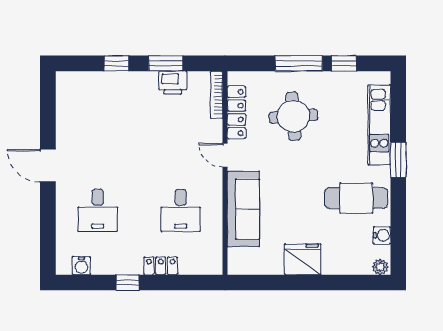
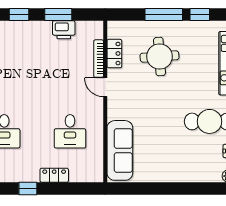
bookcase: (217, 95) -> (99, 59), moved
locker: (236, 113) -> (114, 54), width x0.66
sofa: (243, 209) -> (120, 150), moved
fridge: (303, 259) -> (167, 170), removed

